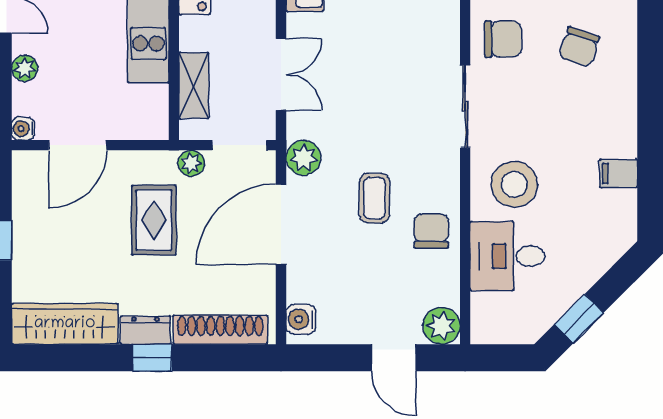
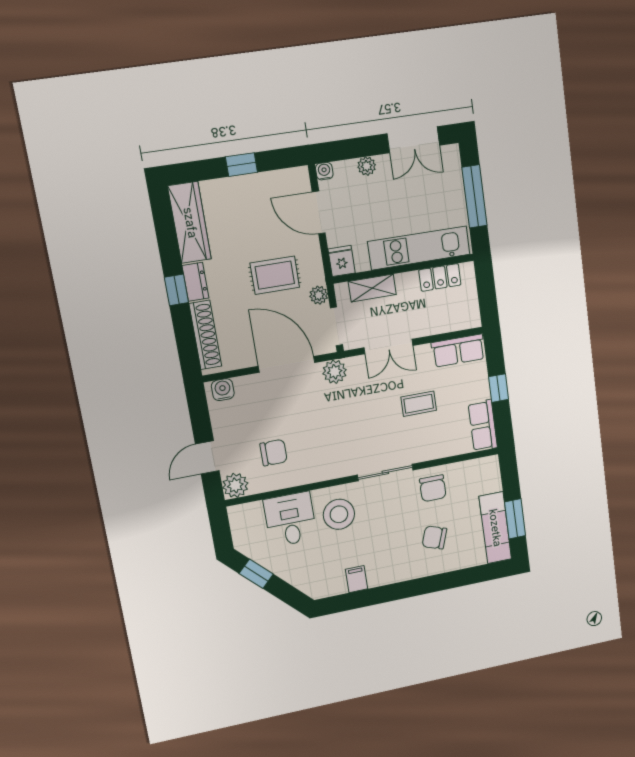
fridge: (149, 124) -> (342, 261), added
coffee table: (374, 198) -> (419, 404), moved
chair: (431, 231) -> (274, 453), moved

